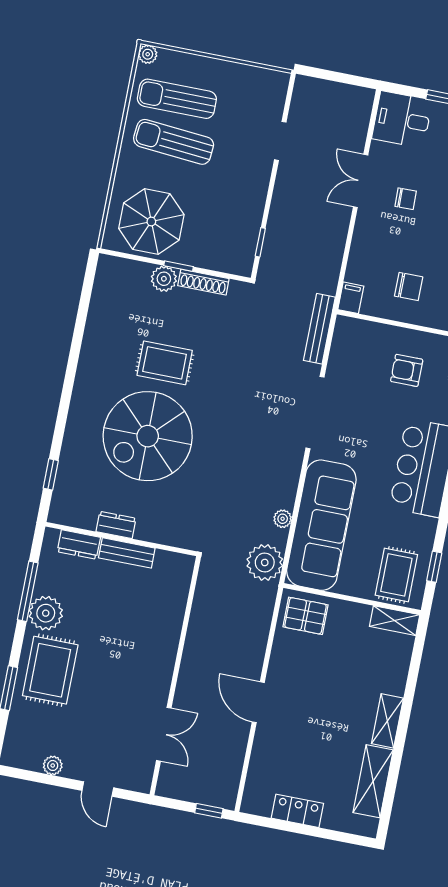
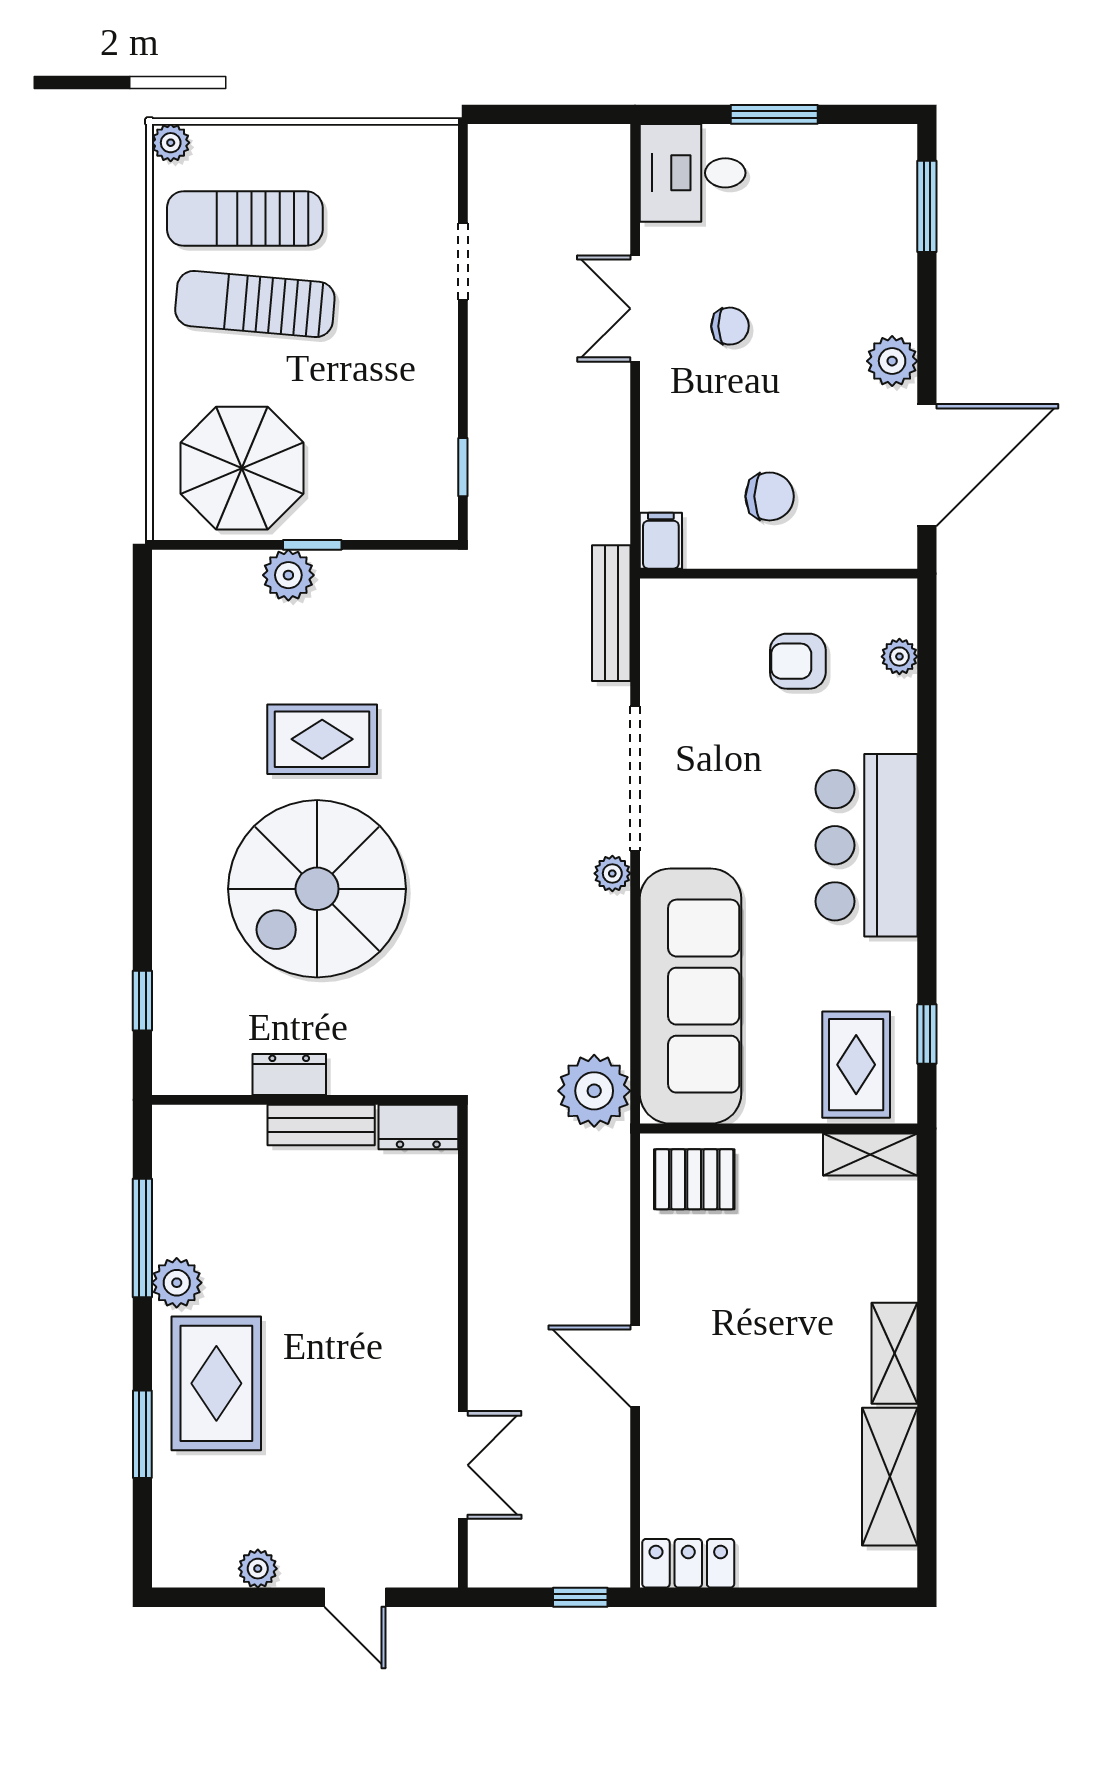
shoe rack: (203, 282) -> (367, 566), removed
plant: (283, 519) -> (612, 873), moved
dresser: (79, 545) -> (418, 1127), moved
plant: (46, 613) -> (177, 1283), width x0.73, depth x0.73
locker: (297, 811) -> (688, 1563), moved

